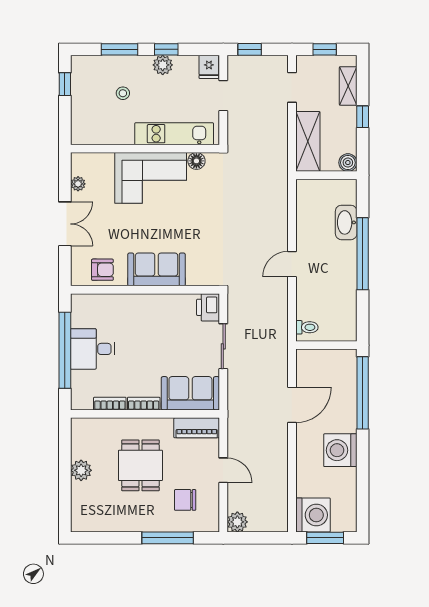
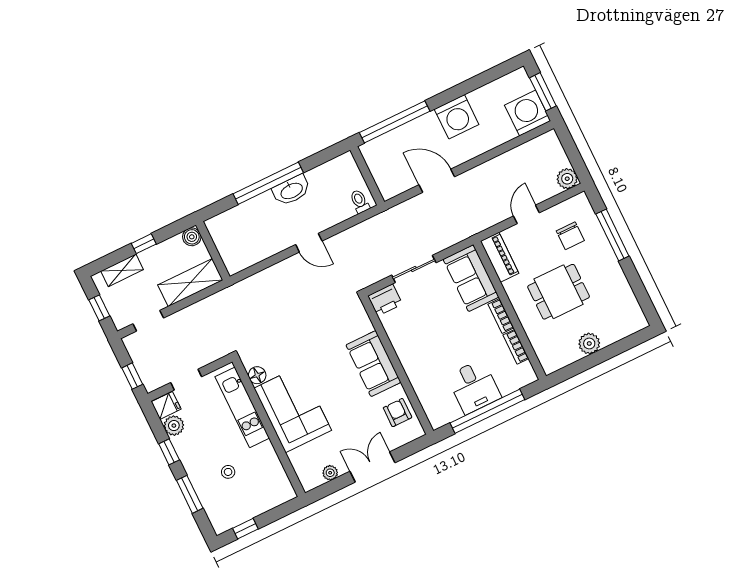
plant: (163, 65) -> (174, 426), moved
washbasin: (346, 222) -> (291, 190), moved

